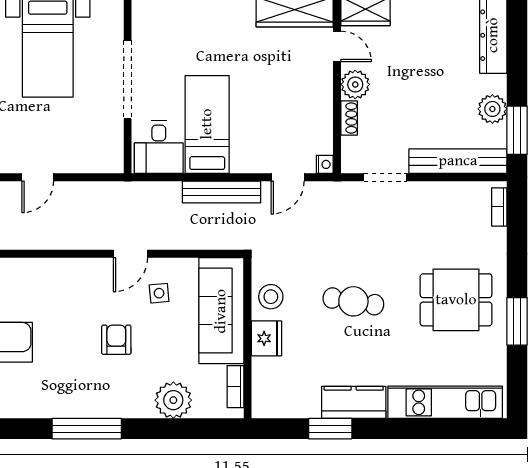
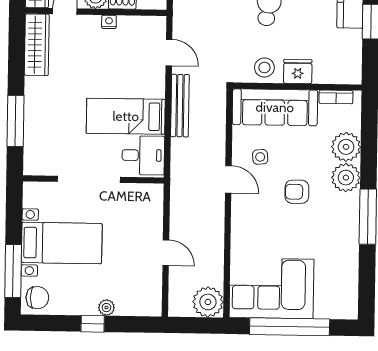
nightstand: (325, 164) -> (109, 22), moved
plant: (135, 401) -> (346, 178), added

